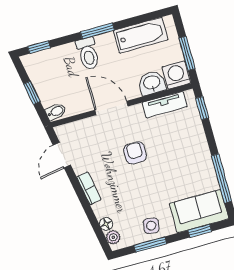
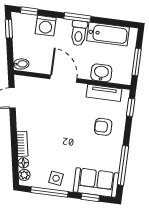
toilet: (88, 54) -> (79, 33), moved
washing machine: (176, 75) -> (46, 26), moved, turned 180
window: (32, 93) -> (9, 29), moved
armchair: (135, 153) -> (103, 127), moved, turned -90
bookcase: (89, 188) -> (22, 144), moved
window: (150, 245) -> (49, 192), width x1.44

